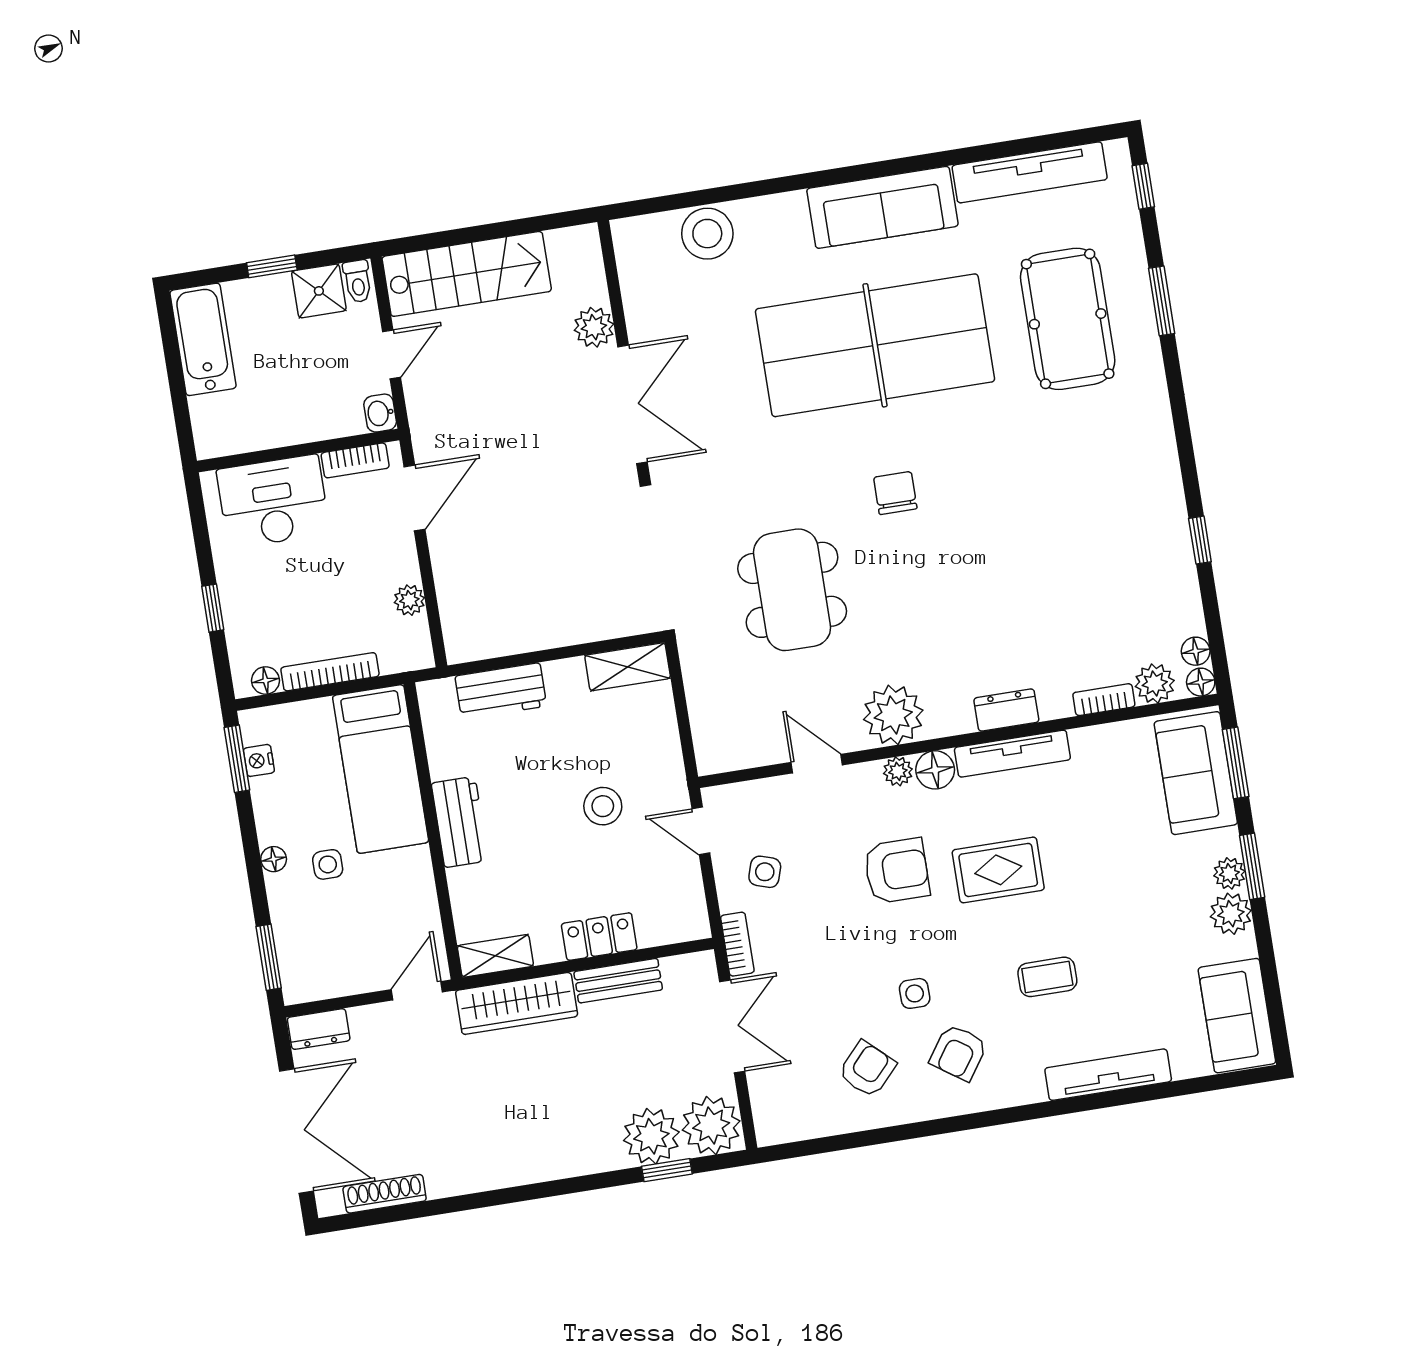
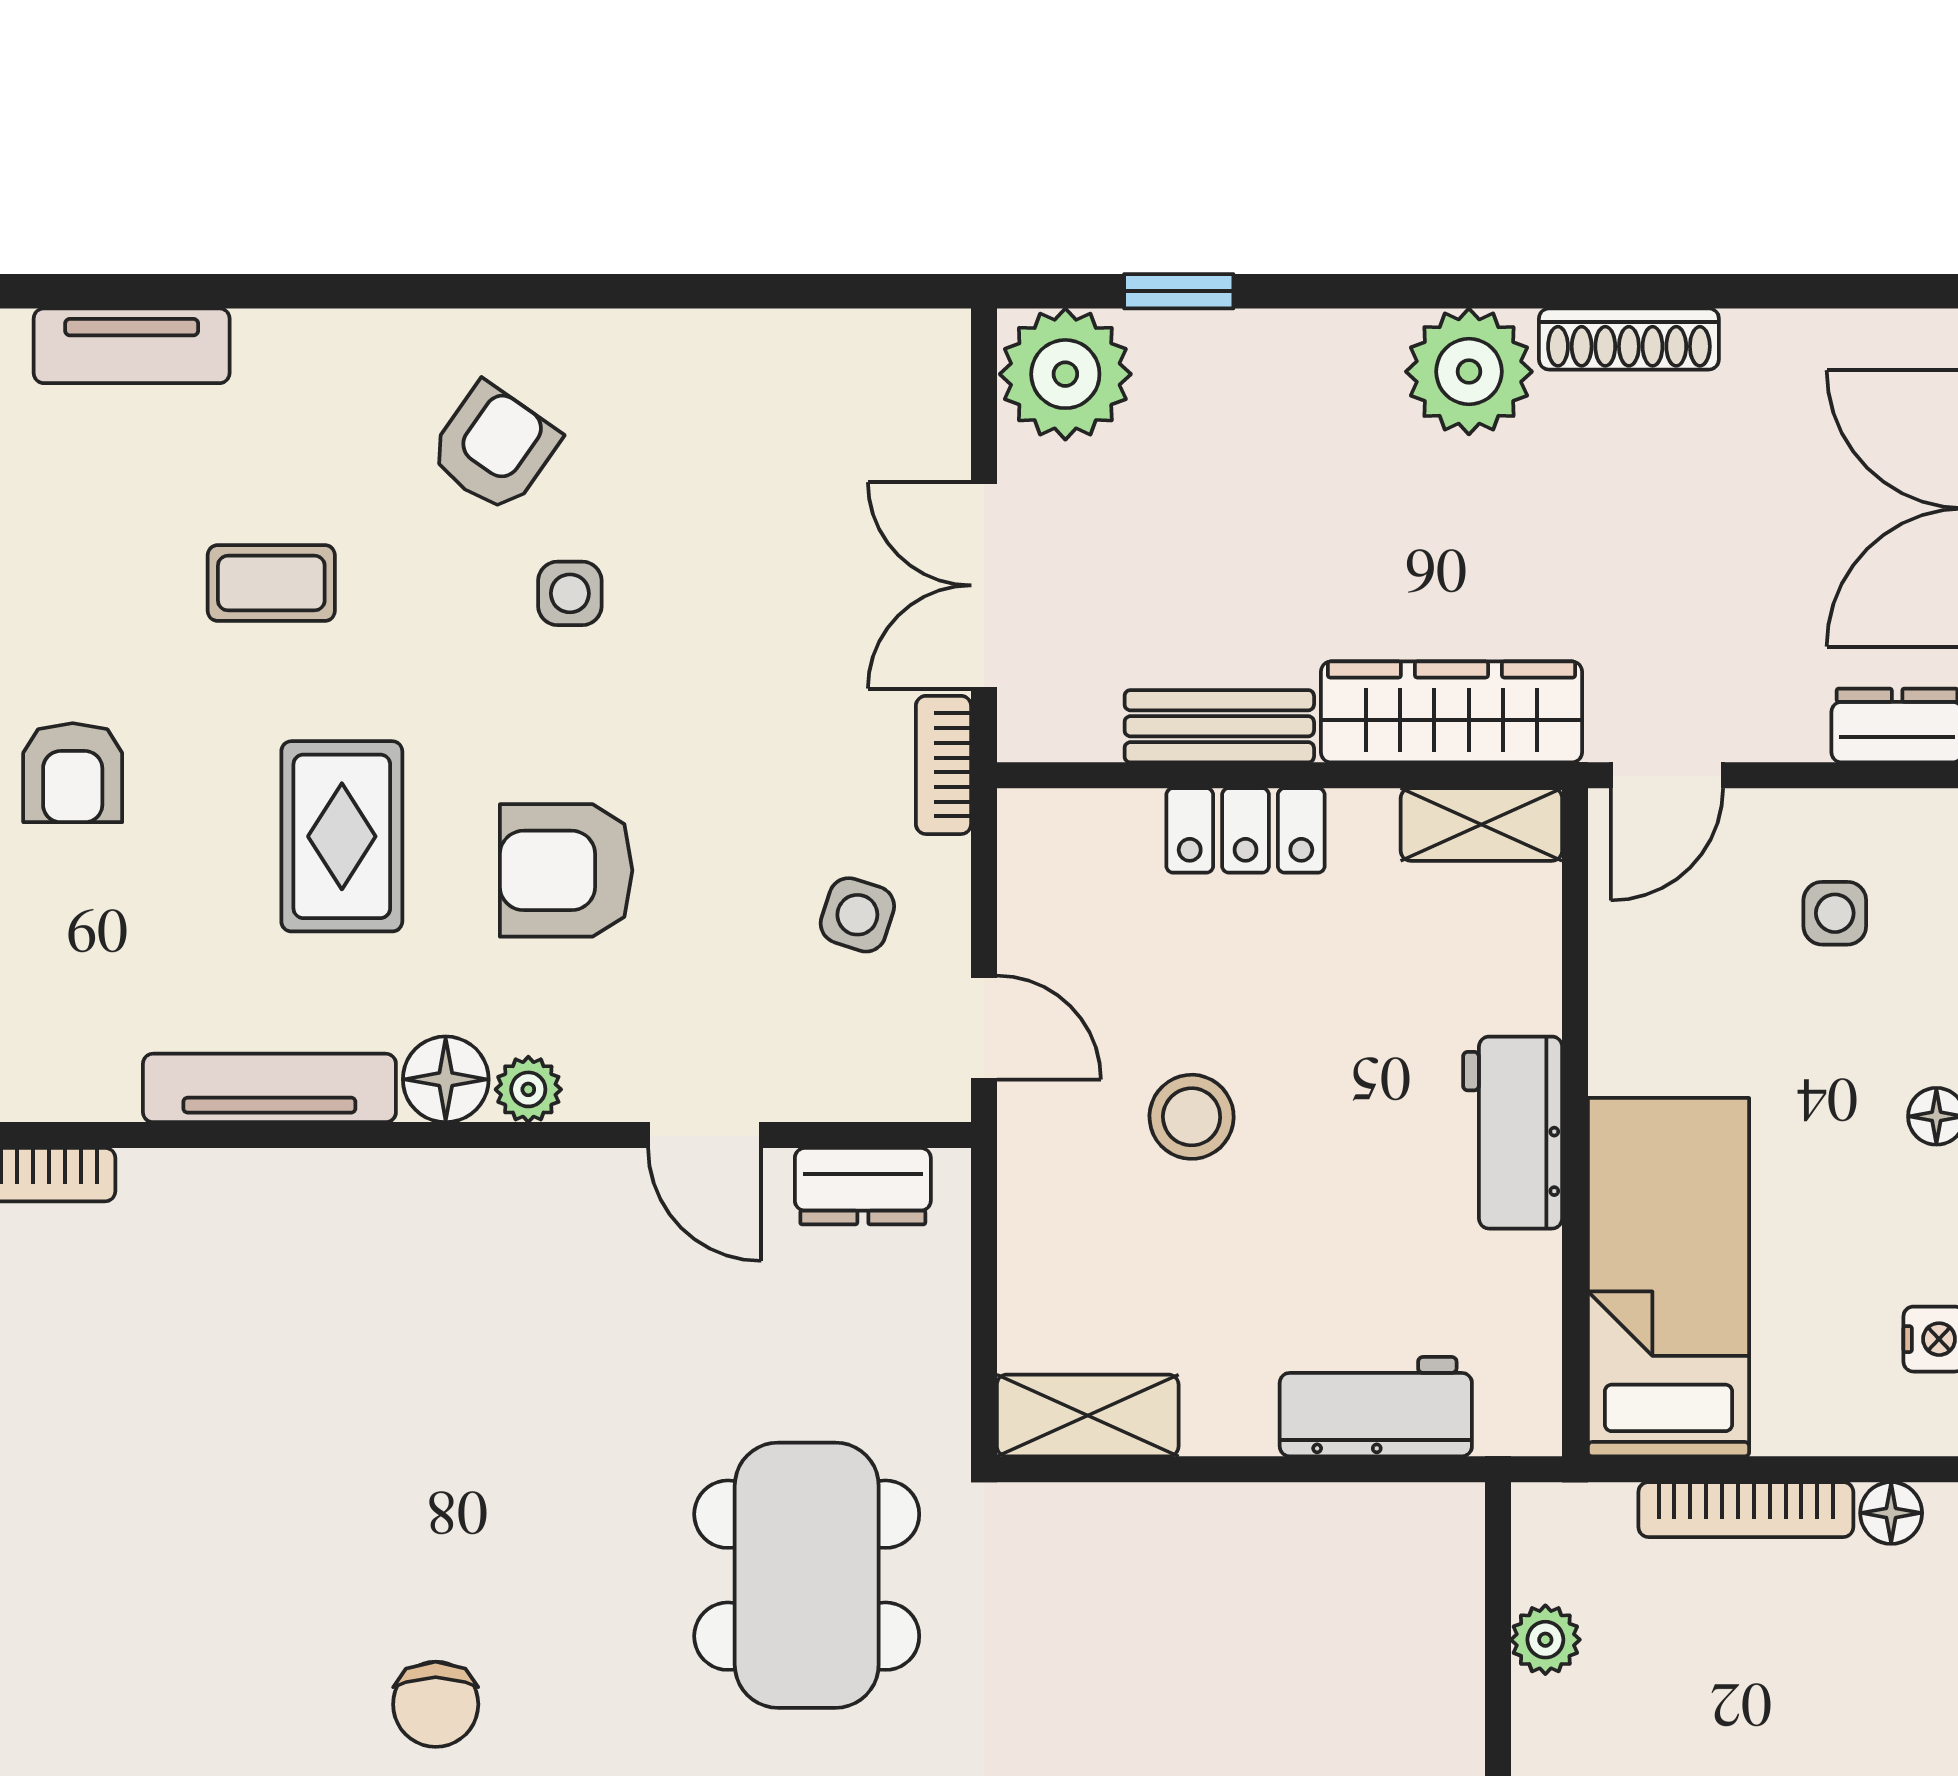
dining table: (792, 590) -> (807, 1575), moved
dresser: (1006, 710) -> (863, 1186), moved
plant: (893, 715) -> (519, 1215), removed
side table: (328, 864) -> (1835, 913), moved
rug: (998, 870) -> (342, 836), turned 90
armchair: (867, 1069) -> (73, 773), moved, turned -43
tv unit: (1108, 1075) -> (132, 346), width x0.71
plant: (651, 1136) -> (1469, 372), moved
shoe rack: (385, 1194) -> (1629, 339), moved

